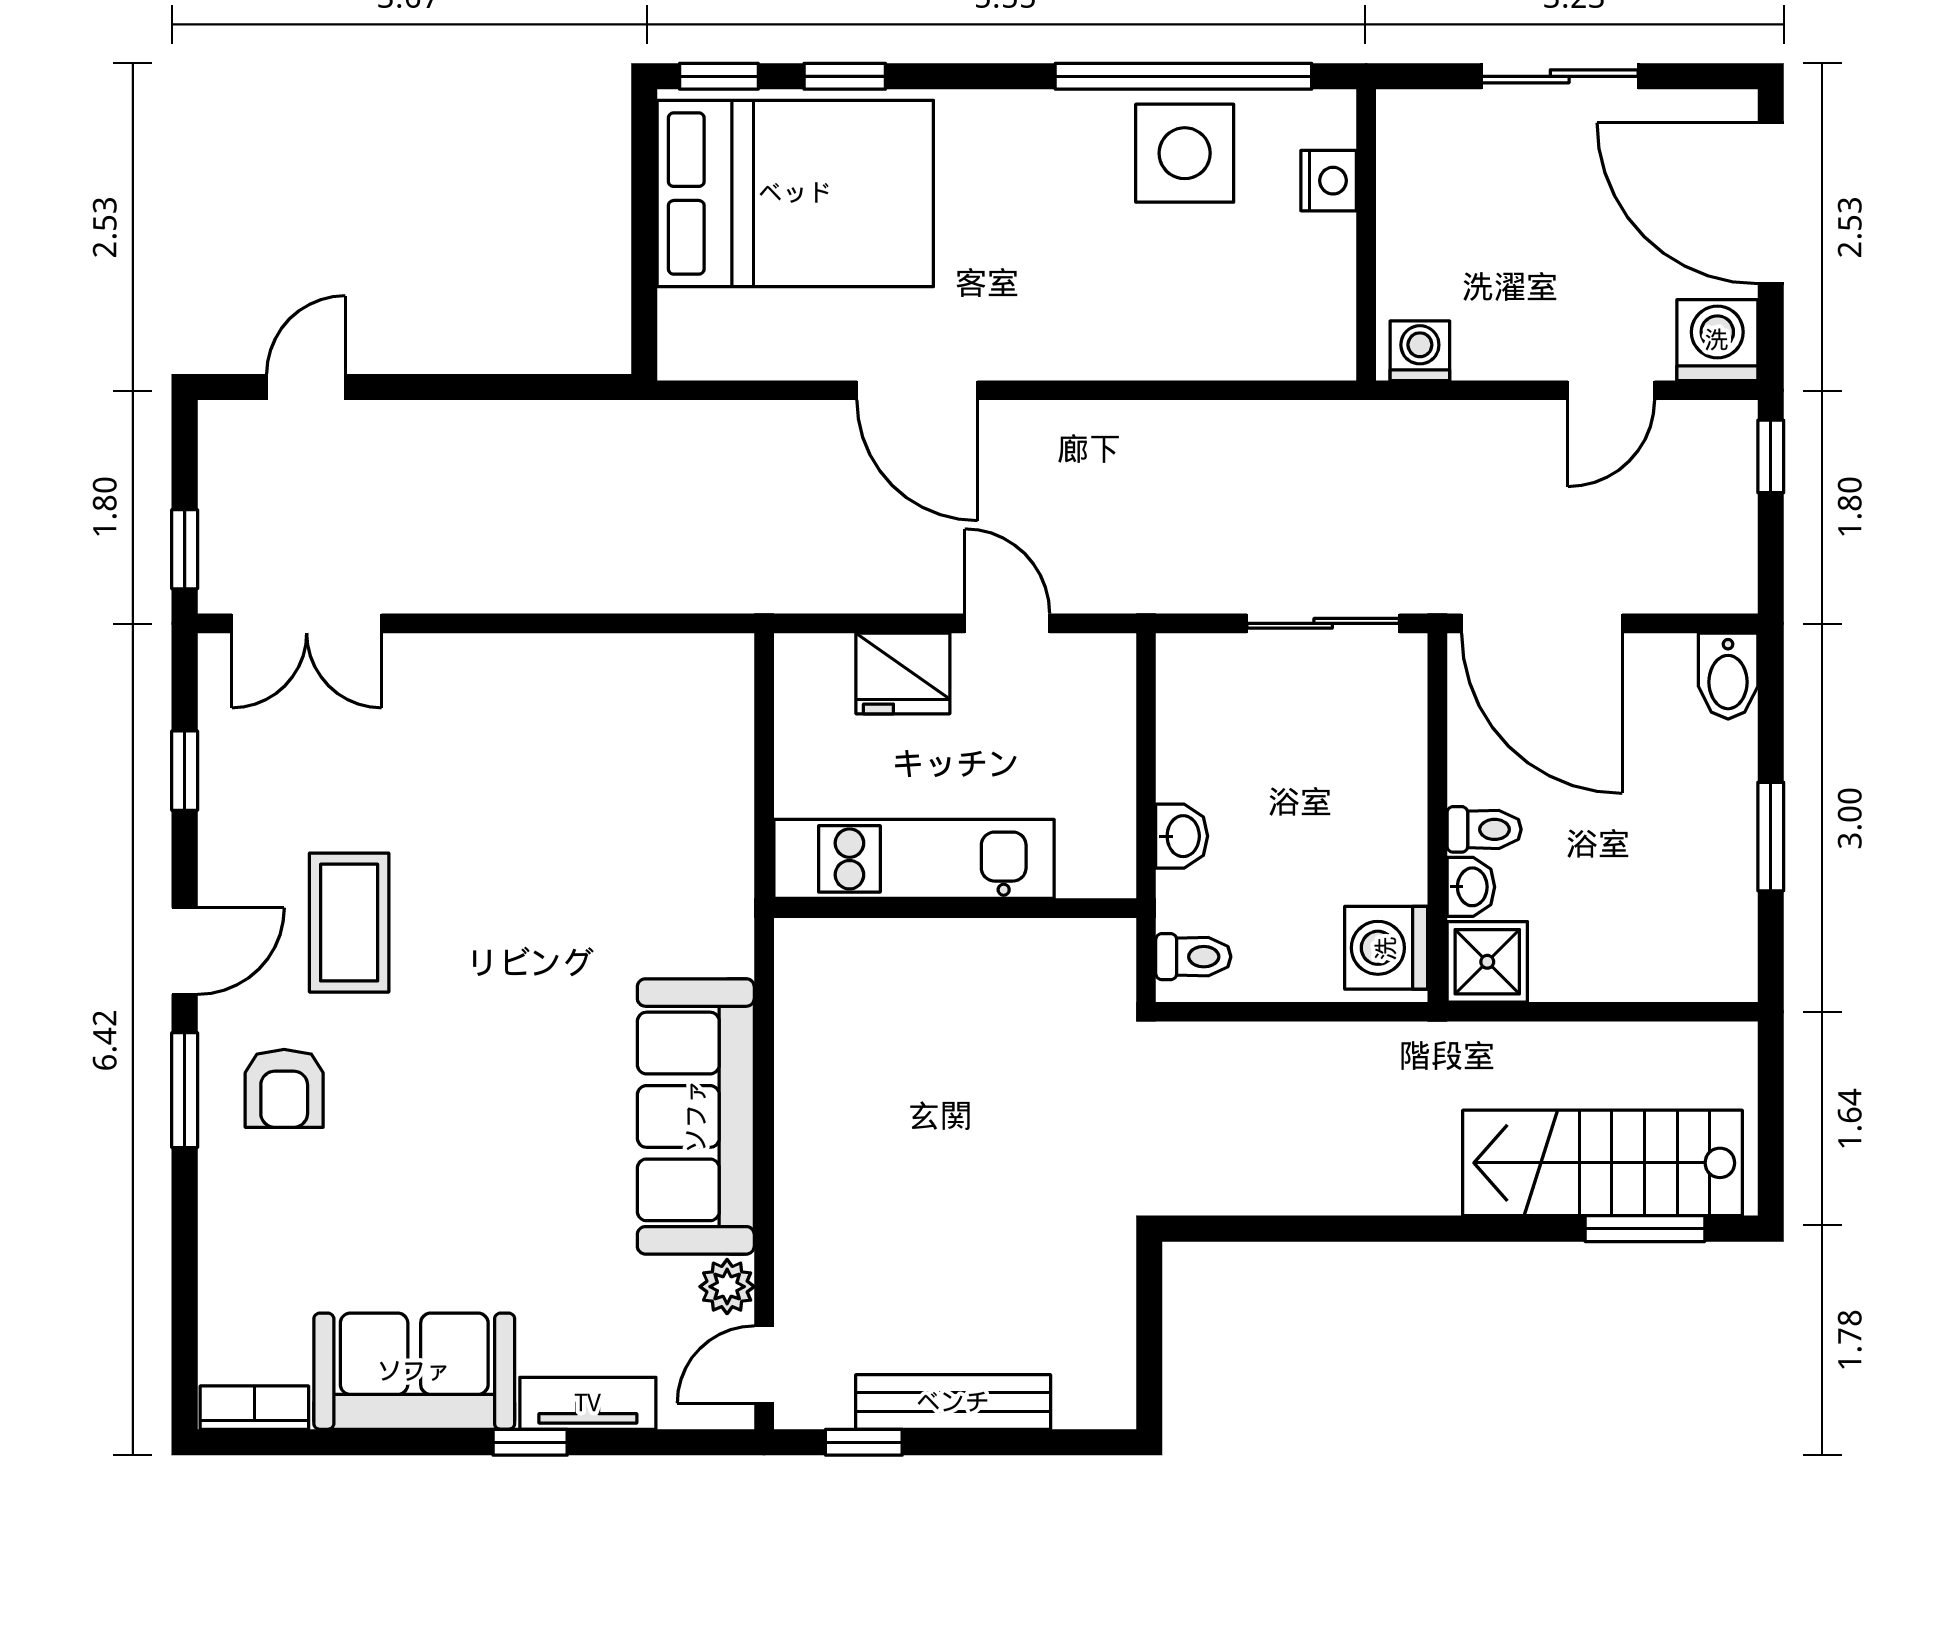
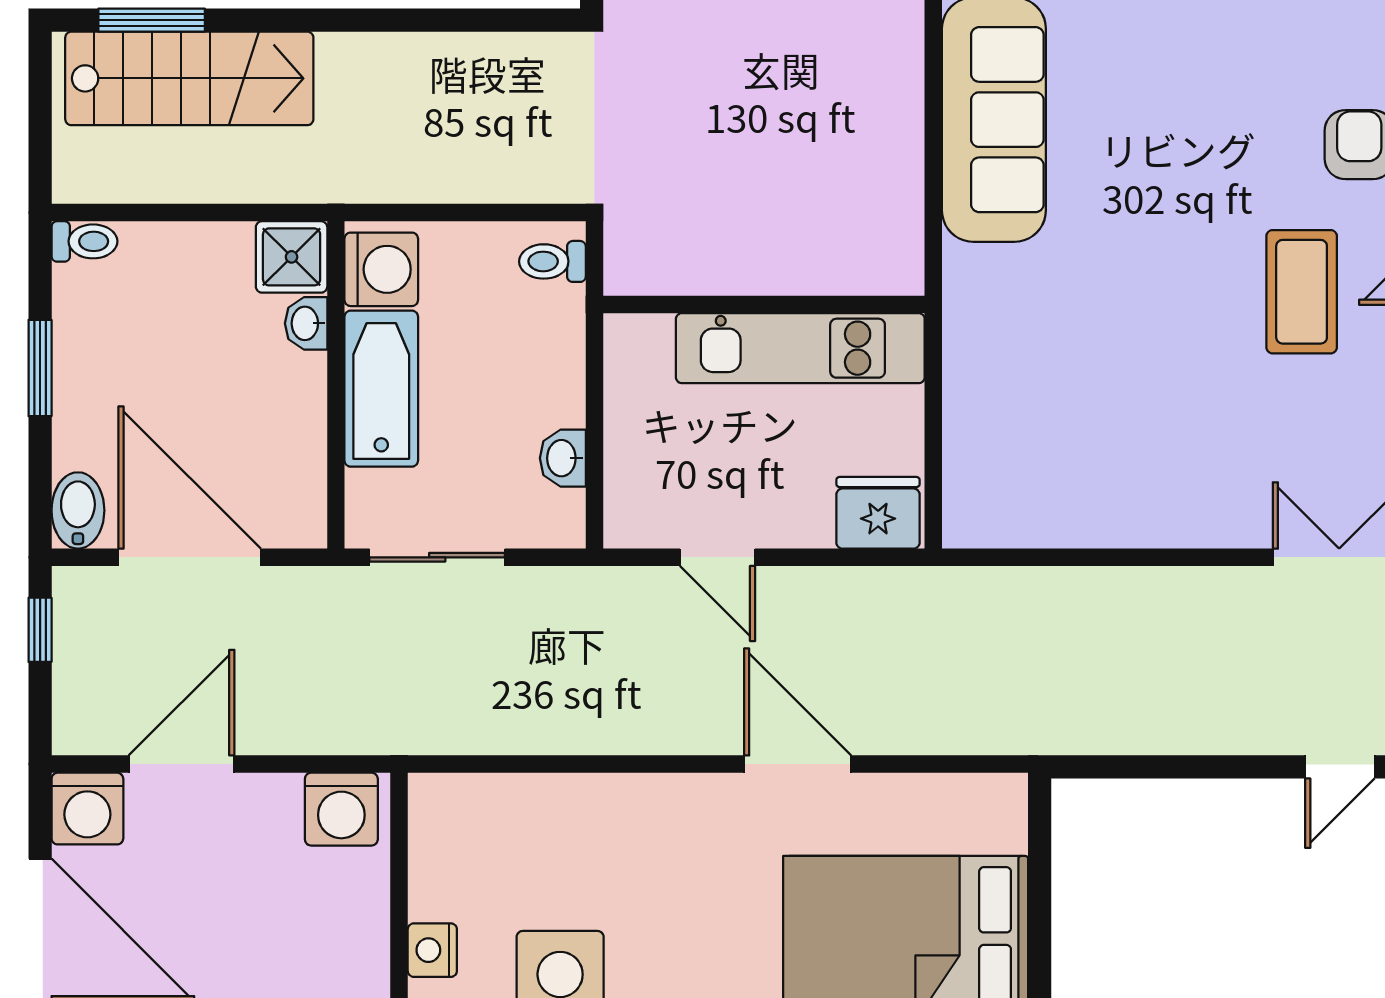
washing machine: (1420, 351) -> (341, 809), width x1.38, depth x1.38
door: (1611, 390) -> (182, 764), width x1.38
window: (1771, 456) -> (40, 630), moved
door: (1542, 623) -> (190, 557), moved
fridge: (903, 673) -> (878, 513), moved
bathtub: (1386, 813) -> (381, 389), added
toilet: (1484, 829) -> (84, 241), moved, turned 180
washbasin: (1182, 836) -> (563, 458), moved

